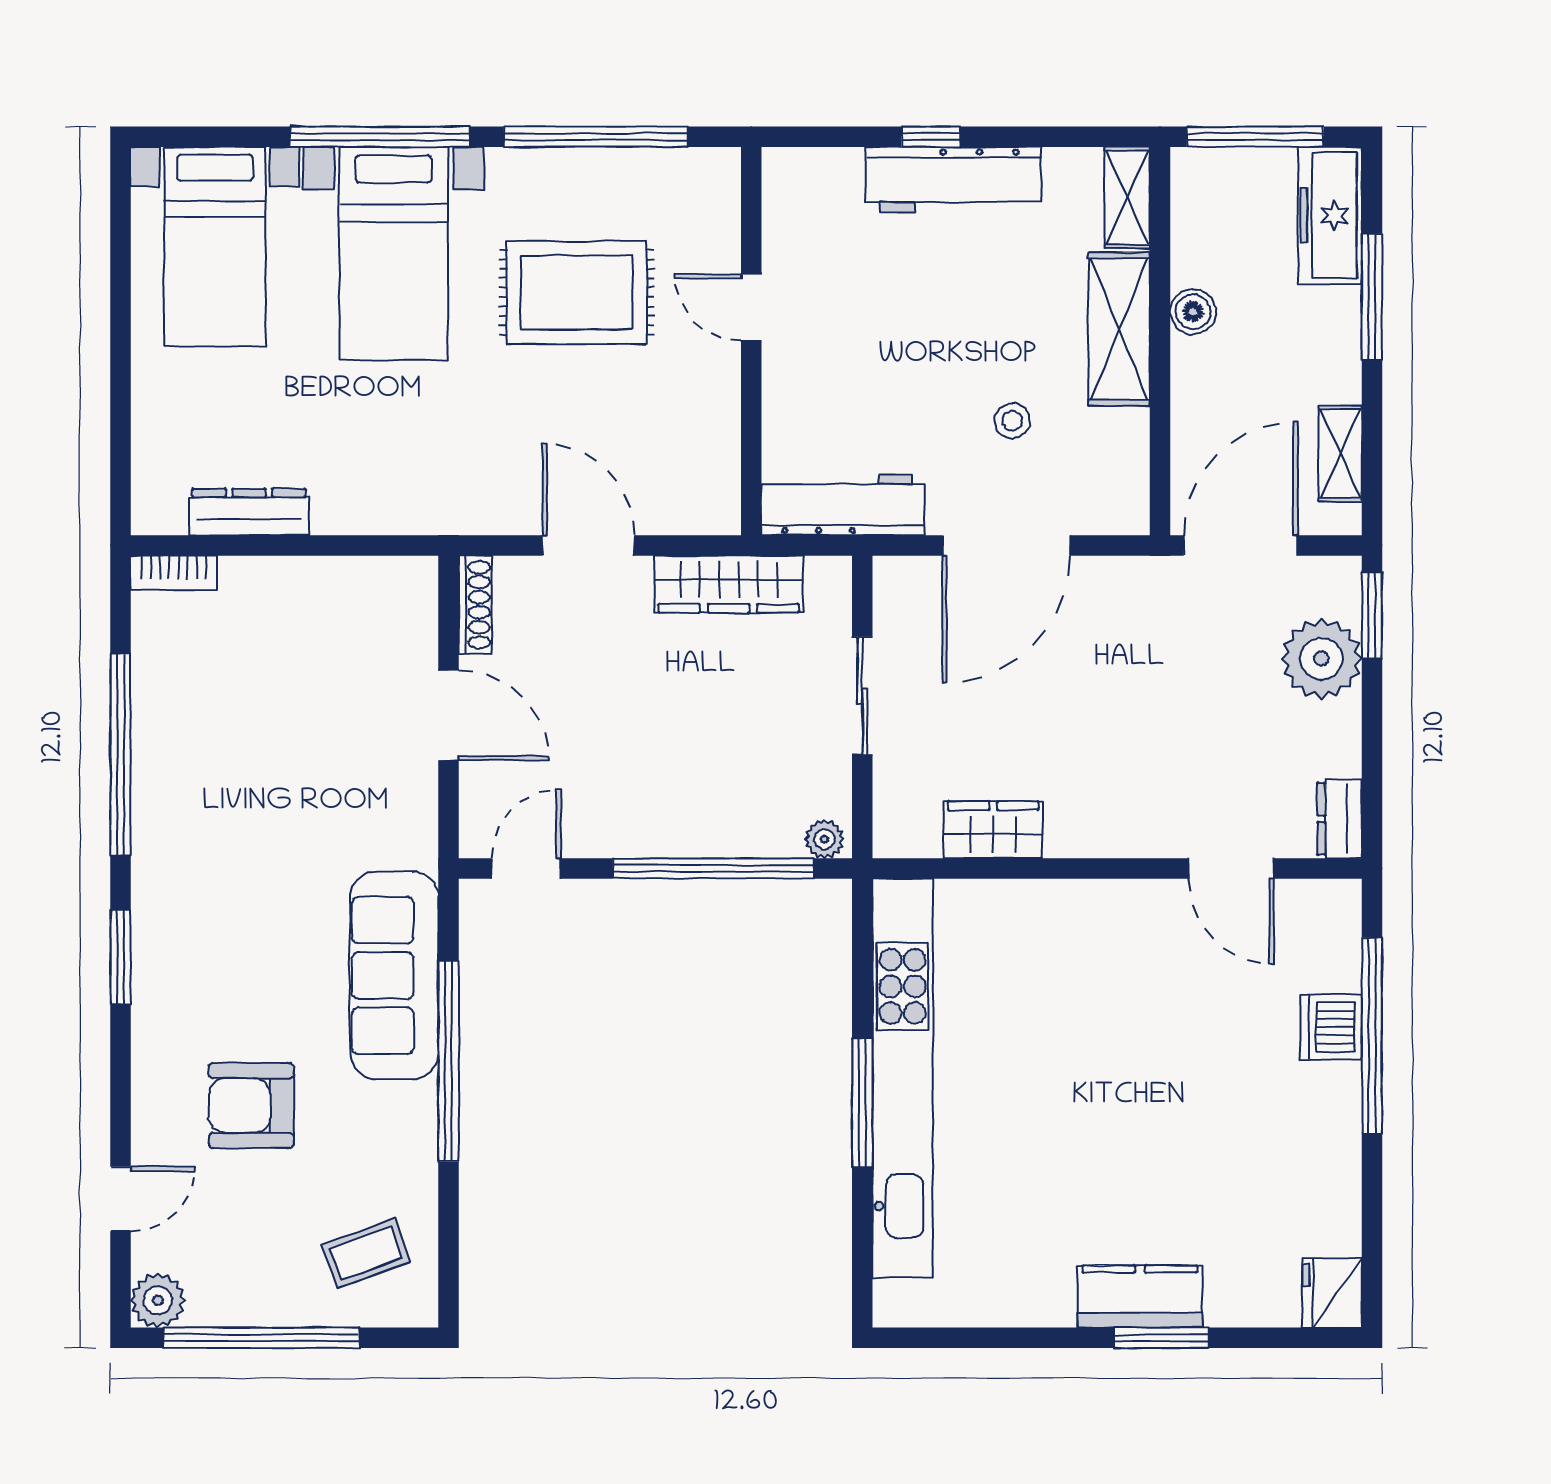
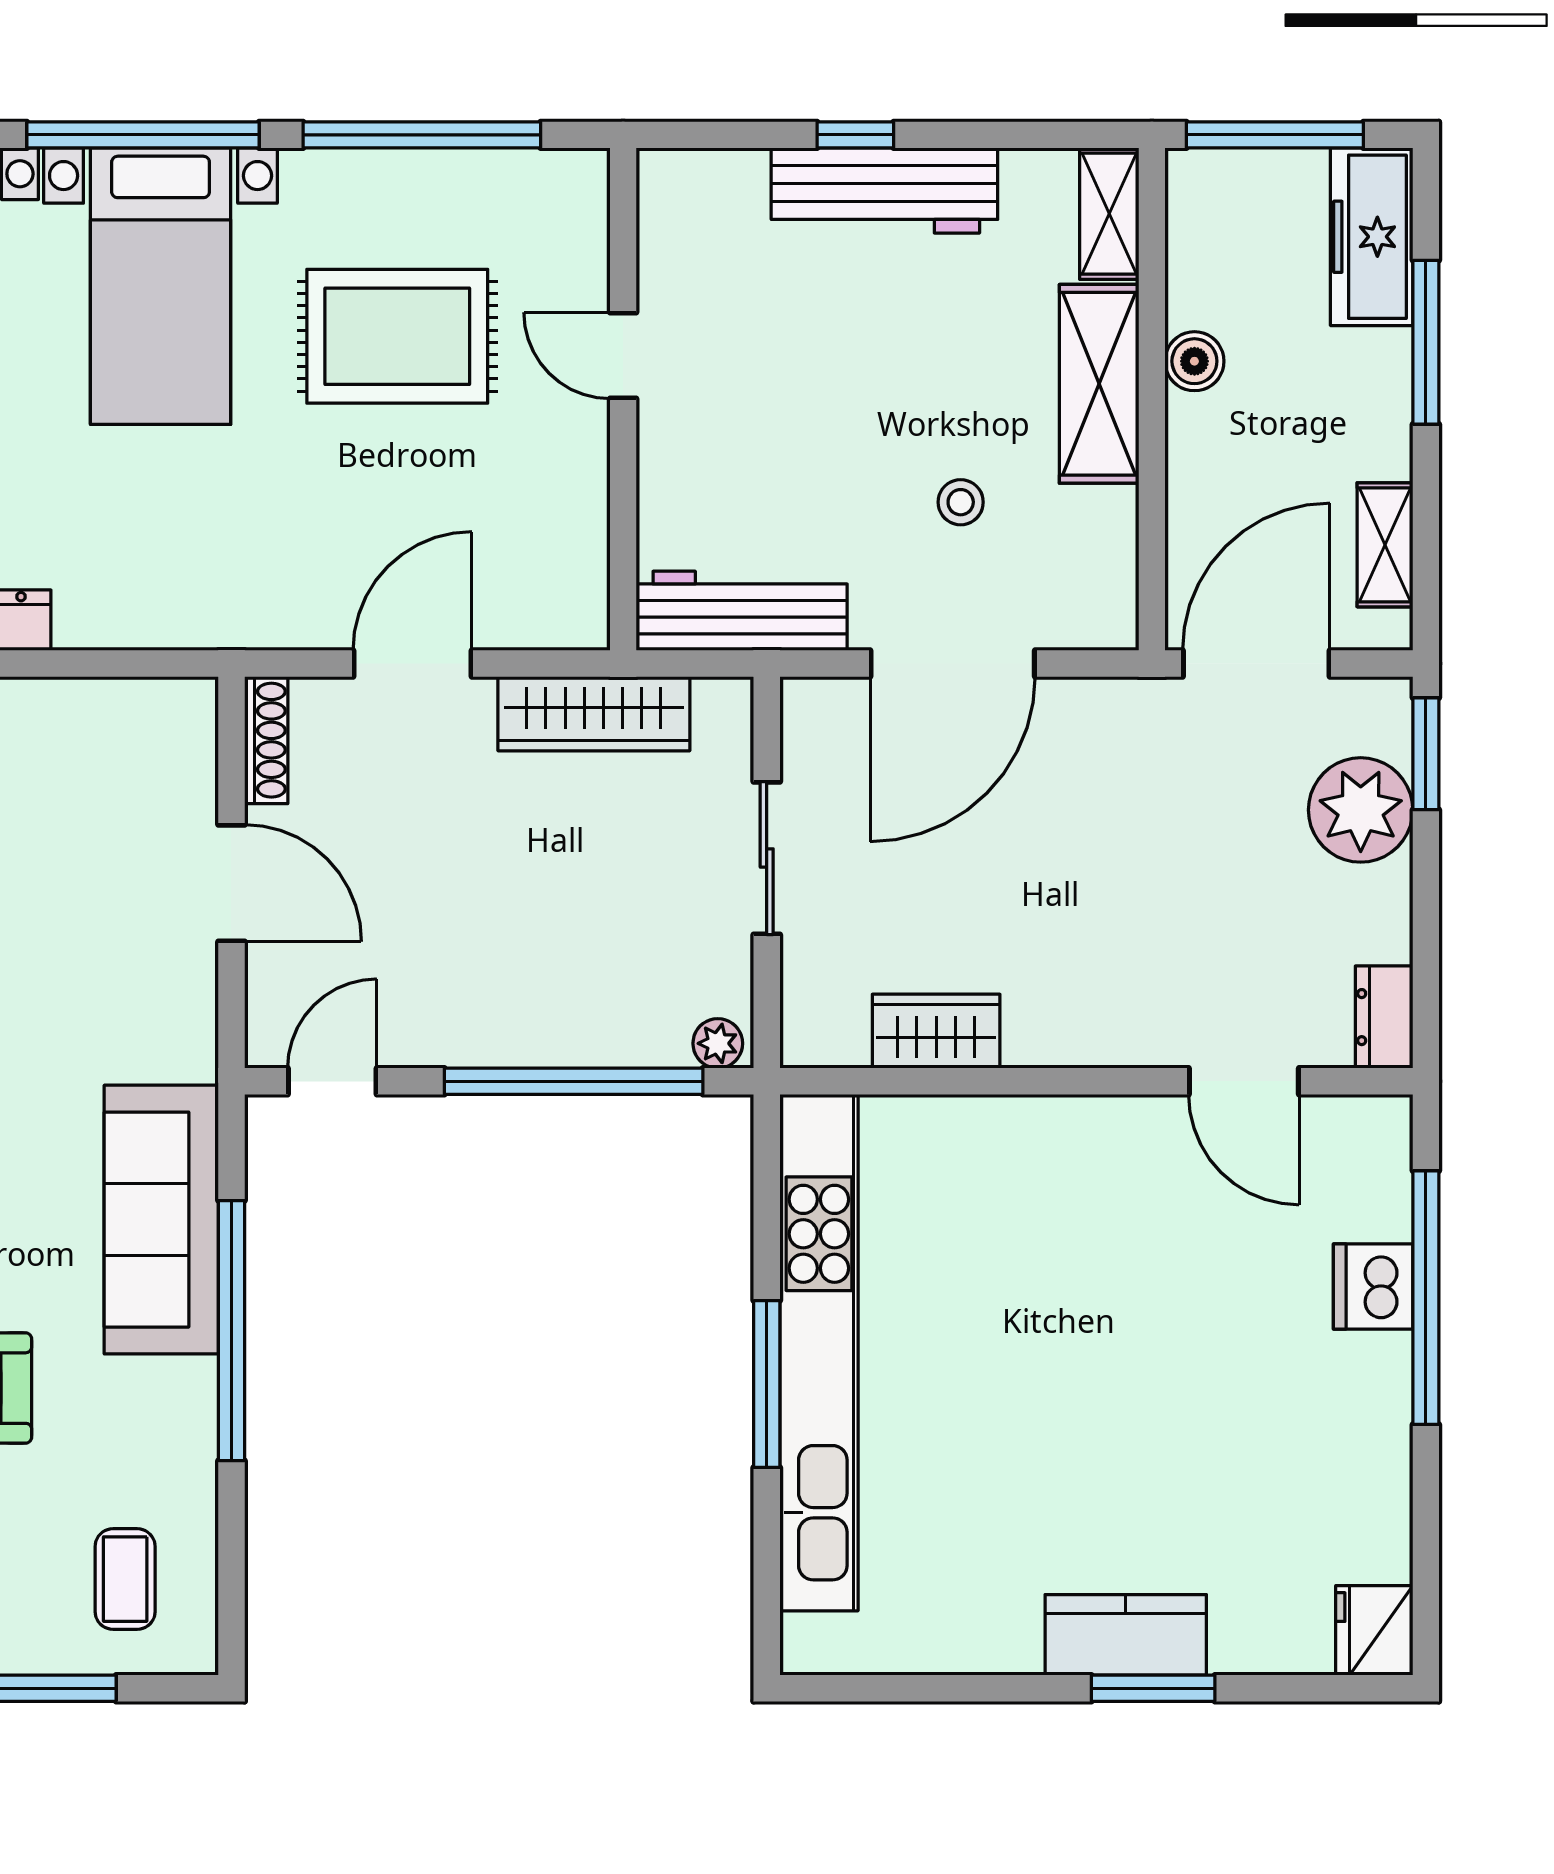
door: (588, 545) -> (412, 664), hinge flipped
coffee table: (366, 1253) -> (125, 1579), turned -70

